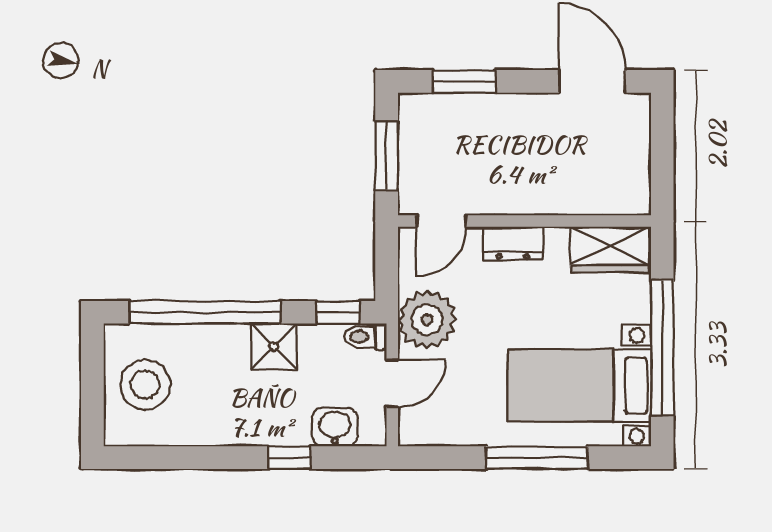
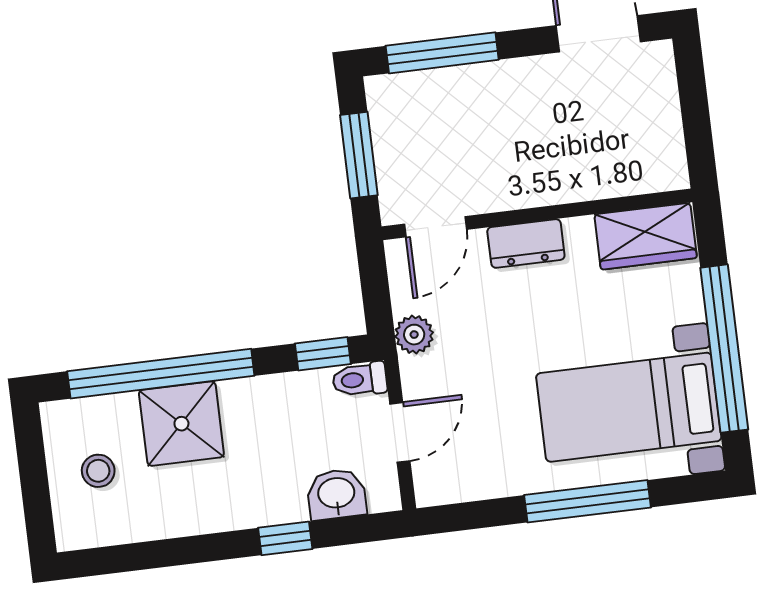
window: (464, 81) -> (442, 53), width x1.44
plant: (427, 320) -> (414, 335), width x0.53, depth x0.53
shower: (274, 346) -> (181, 424), moved, width x1.36, depth x1.36
stool: (145, 385) -> (98, 471), width x0.53, depth x0.53

